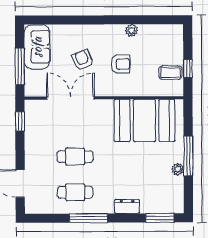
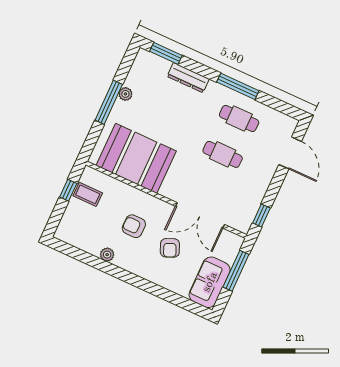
dresser: (127, 206) -> (188, 78), width x1.44

